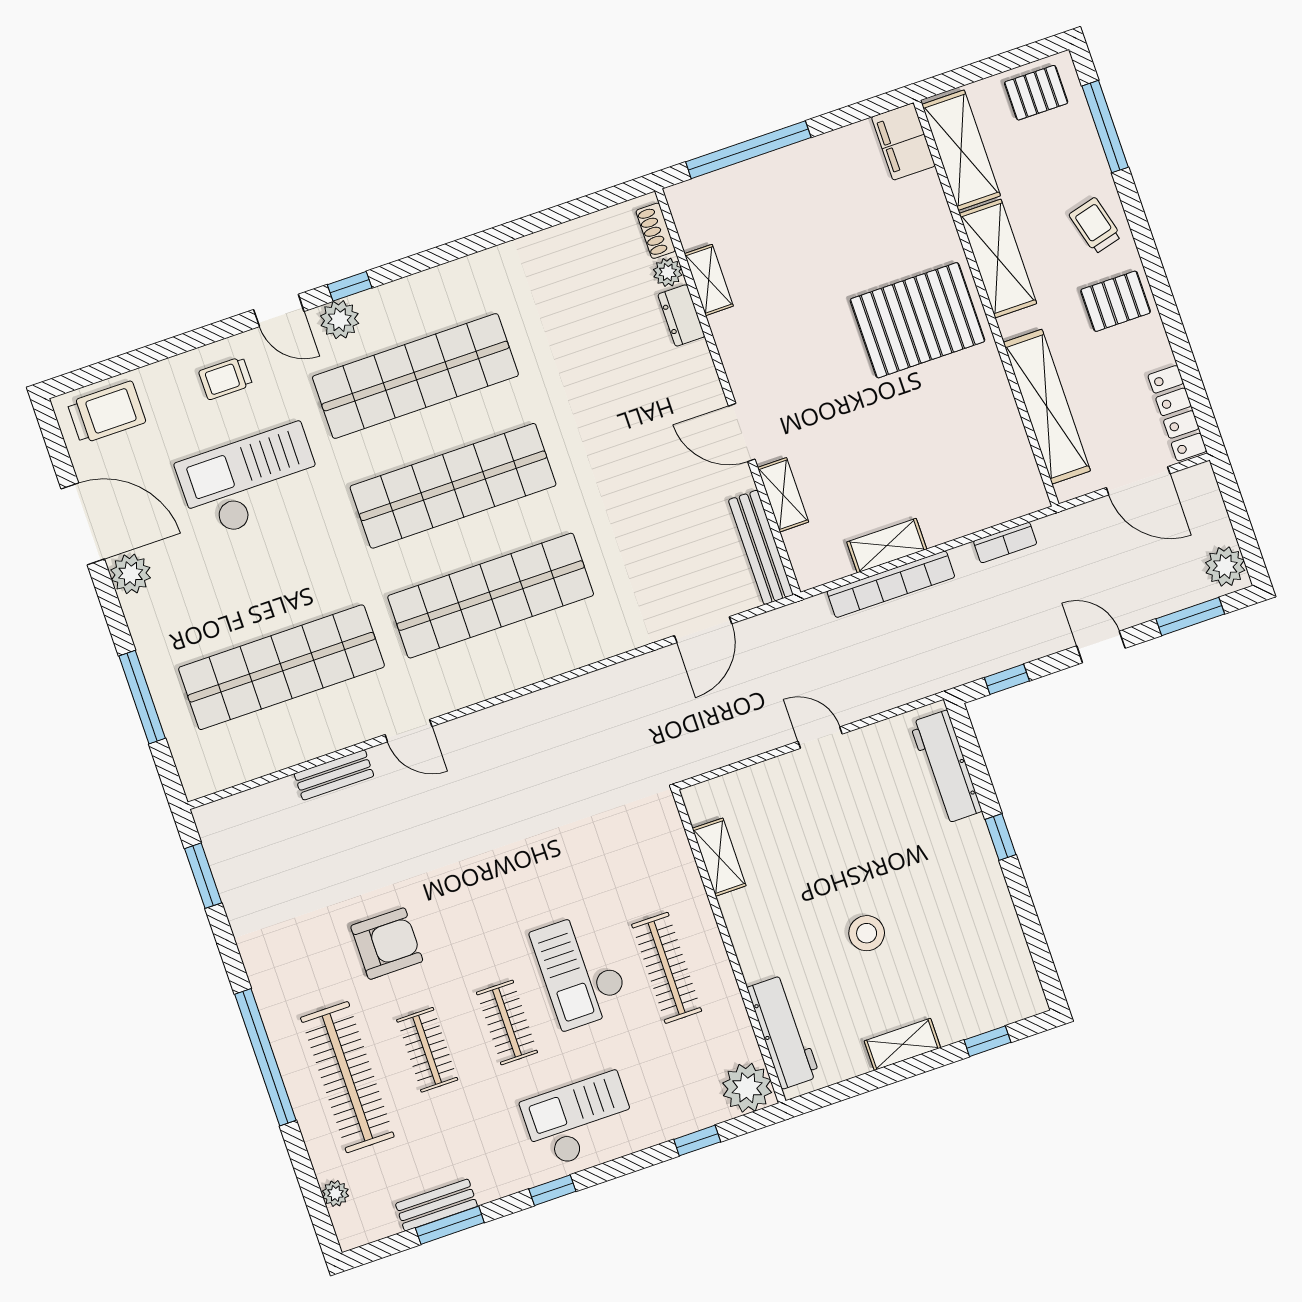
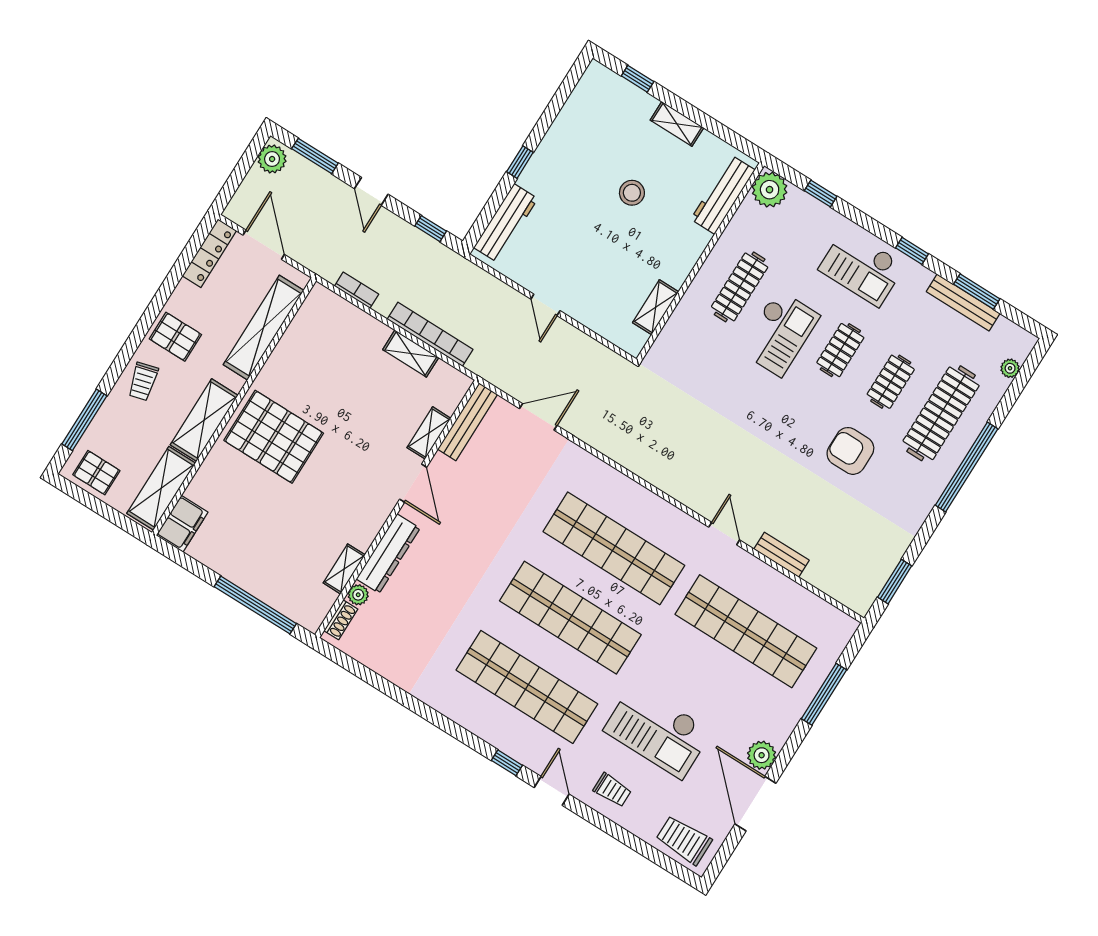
dresser: (681, 315) -> (388, 554), width x1.96, depth x1.24
plant: (340, 320) -> (530, 754), removed
bench: (436, 1205) -> (963, 303), width x1.36

